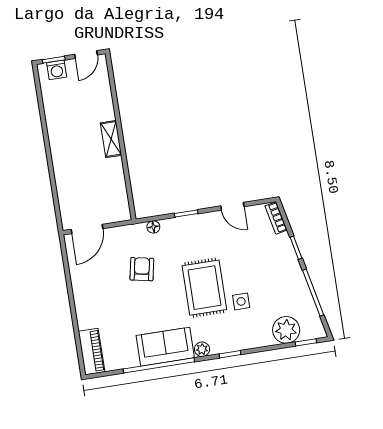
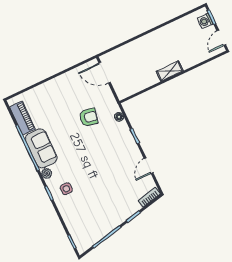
door: (86, 55) -> (221, 38), hinge flipped
rug: (204, 288) -> (88, 163), removed
side table: (241, 301) -> (66, 189), moved
plant: (286, 330) -> (76, 226), removed
piano: (92, 352) -> (22, 118), moved, turned -90

